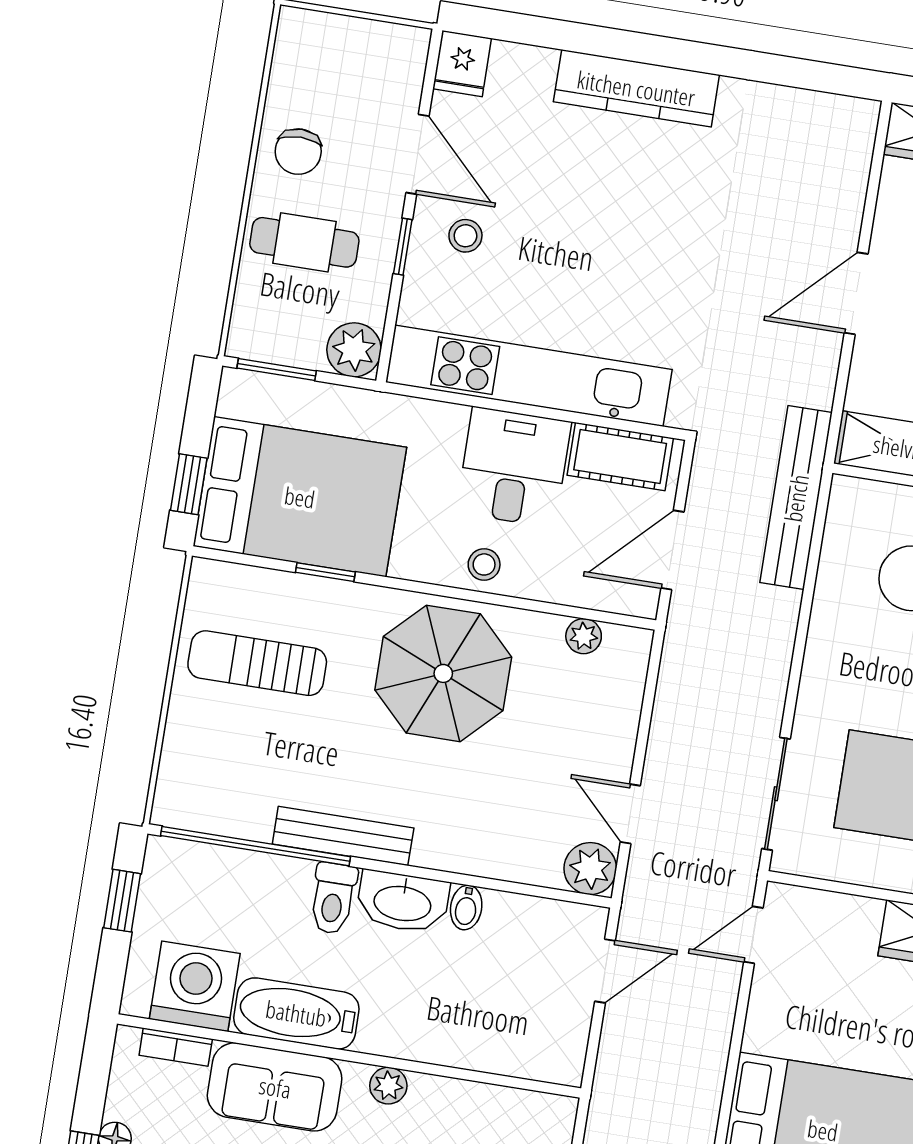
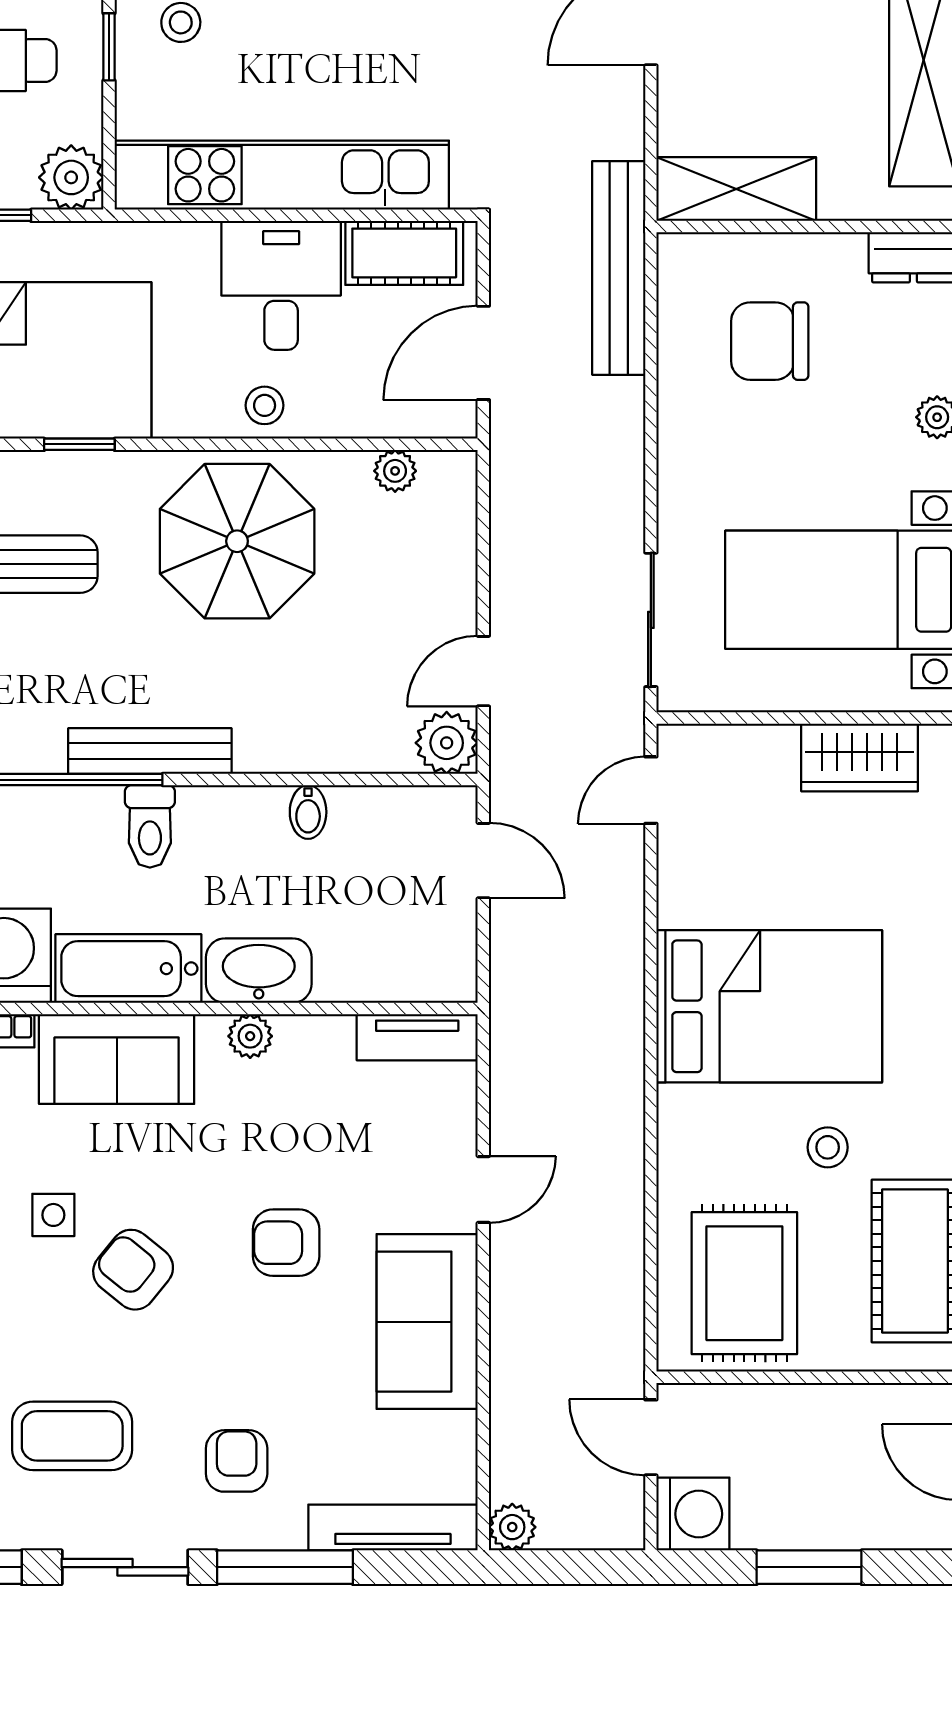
door: (630, 814) -> (483, 671), hinge flipped
washbasin: (403, 902) -> (259, 971), moved, turned 180
door: (605, 971) -> (483, 861), hinge flipped
tv unit: (527, 1109) -> (417, 1037), added

